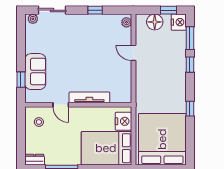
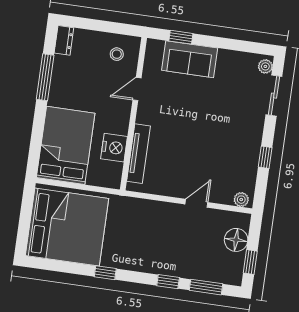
nightstand: (179, 22) -> (231, 274), removed
tv unit: (89, 97) -> (139, 154), moved
nightstand: (123, 121) -> (114, 148), moved, turned -90

